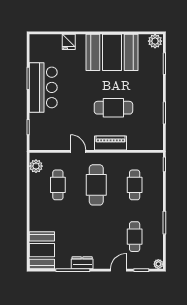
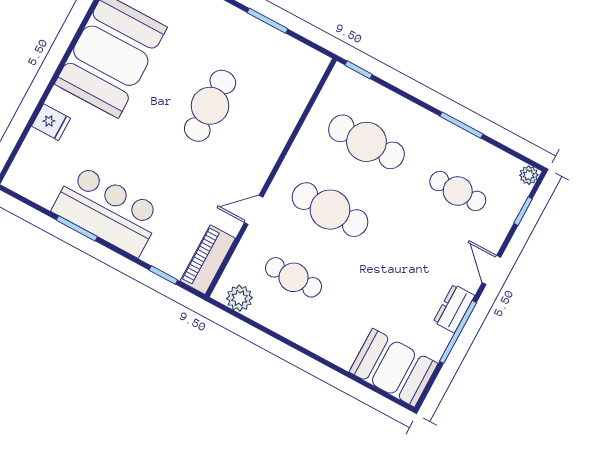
piano: (111, 143) -> (208, 260), moved
cafe table: (135, 185) -> (366, 142), width x1.37, depth x1.35
door: (118, 270) -> (491, 270), moved

